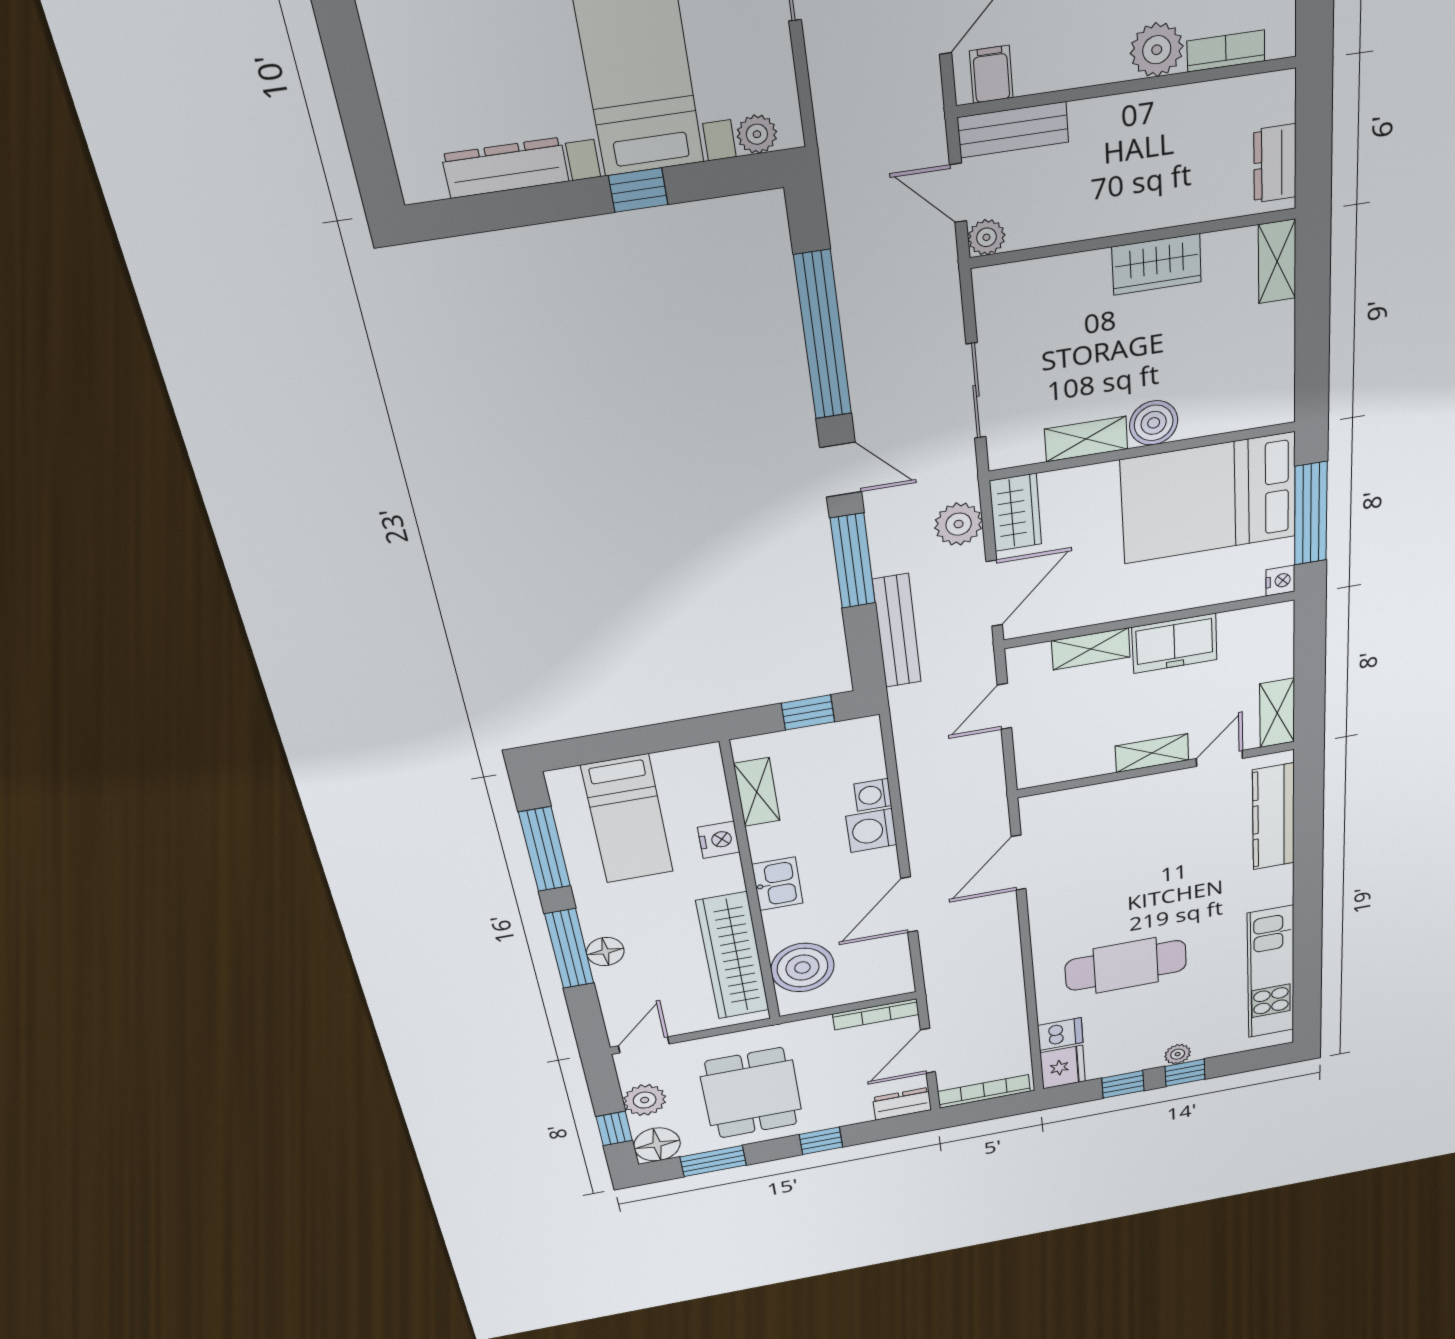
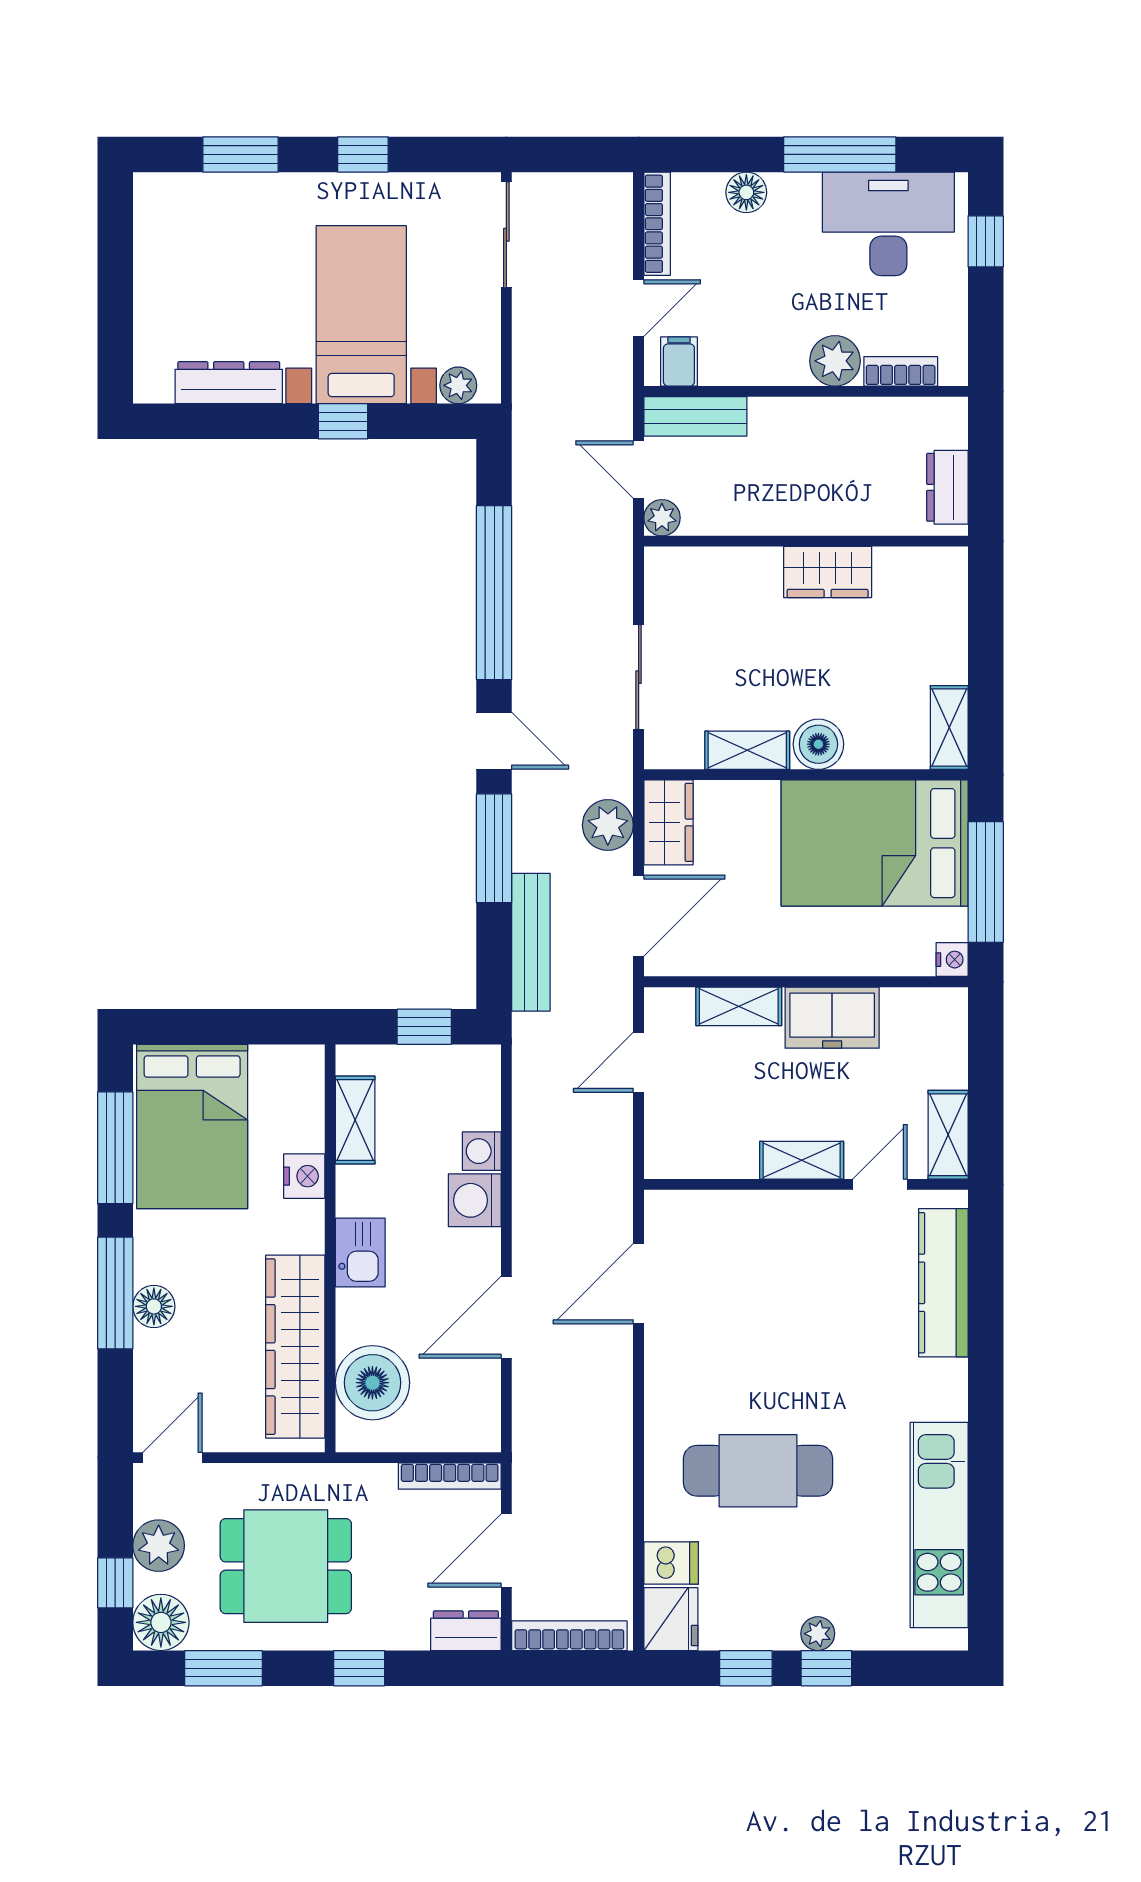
shelving: (1277, 262) -> (949, 727), moved
bed: (628, 819) -> (192, 1127), width x1.50
dining table: (751, 1093) -> (286, 1566), turned 90

